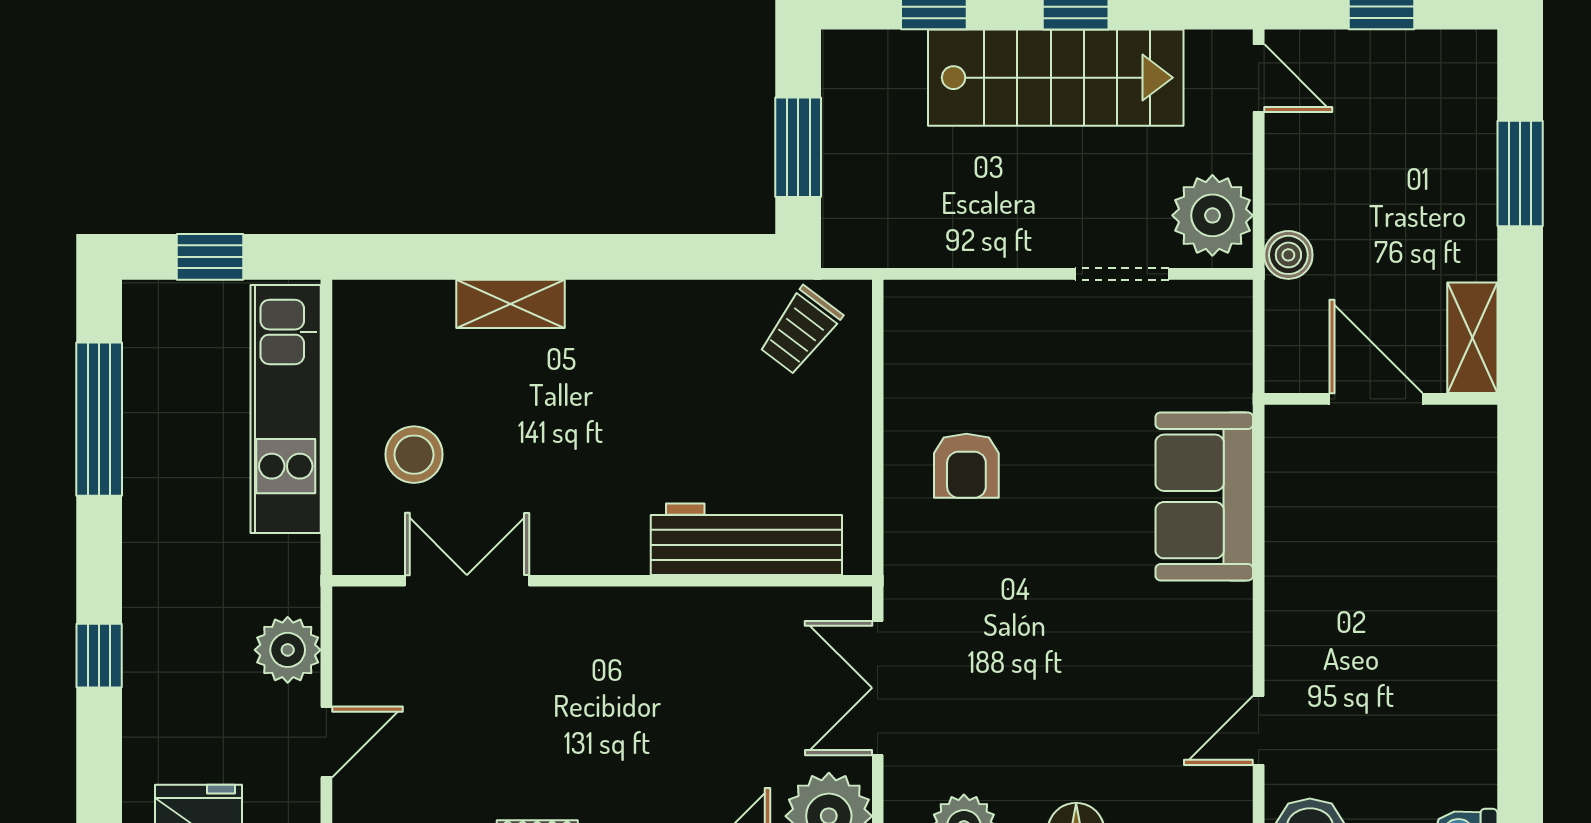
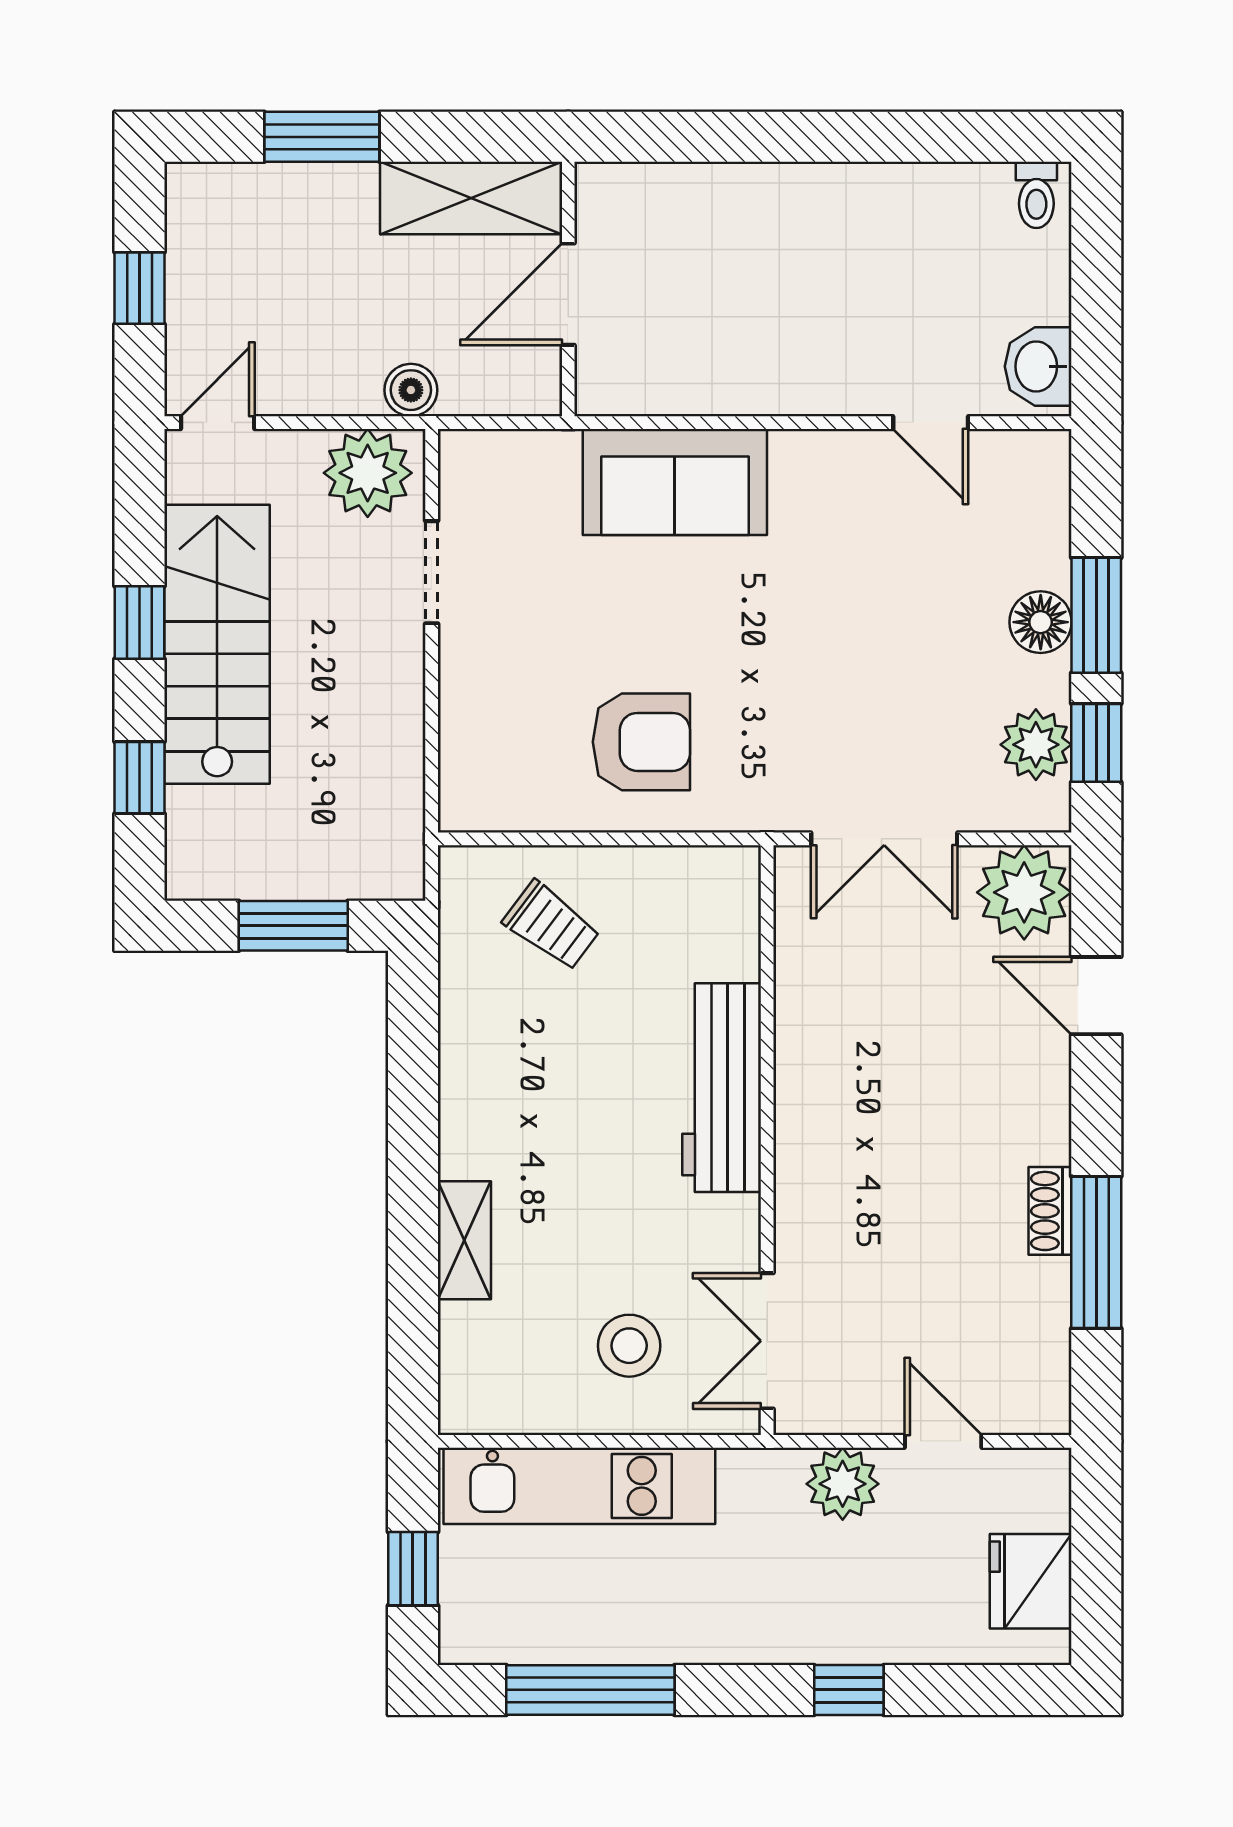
trolley: (800, 331) -> (551, 926), moved
shelving: (1472, 338) -> (471, 198), width x1.50, depth x1.33
armchair: (966, 466) -> (641, 742), width x1.38, depth x1.38
workbench: (746, 539) -> (722, 1088), moved
double door: (467, 581) -> (767, 1341), moved

